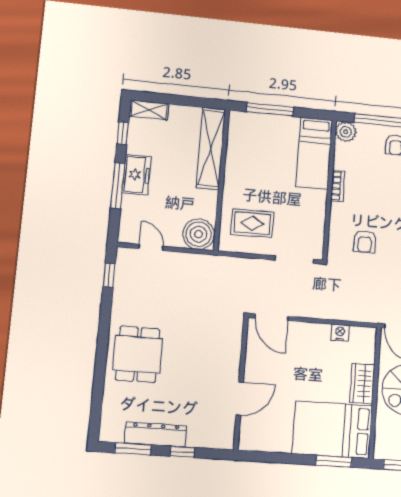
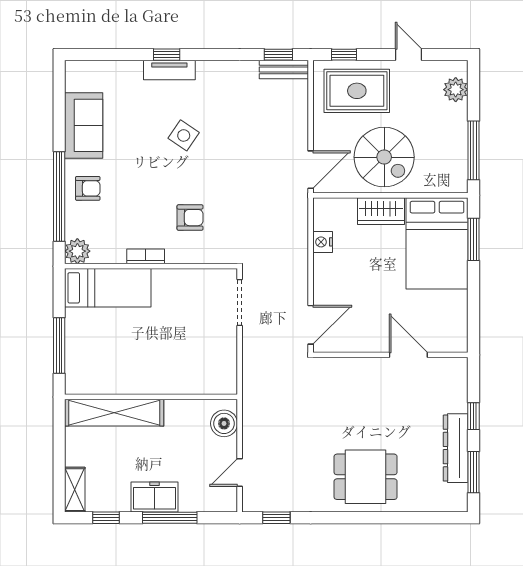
rug: (252, 223) -> (200, 356), removed
boiler: (199, 234) -> (224, 423), width x0.73, depth x0.73
armchair: (365, 242) -> (190, 218), moved

